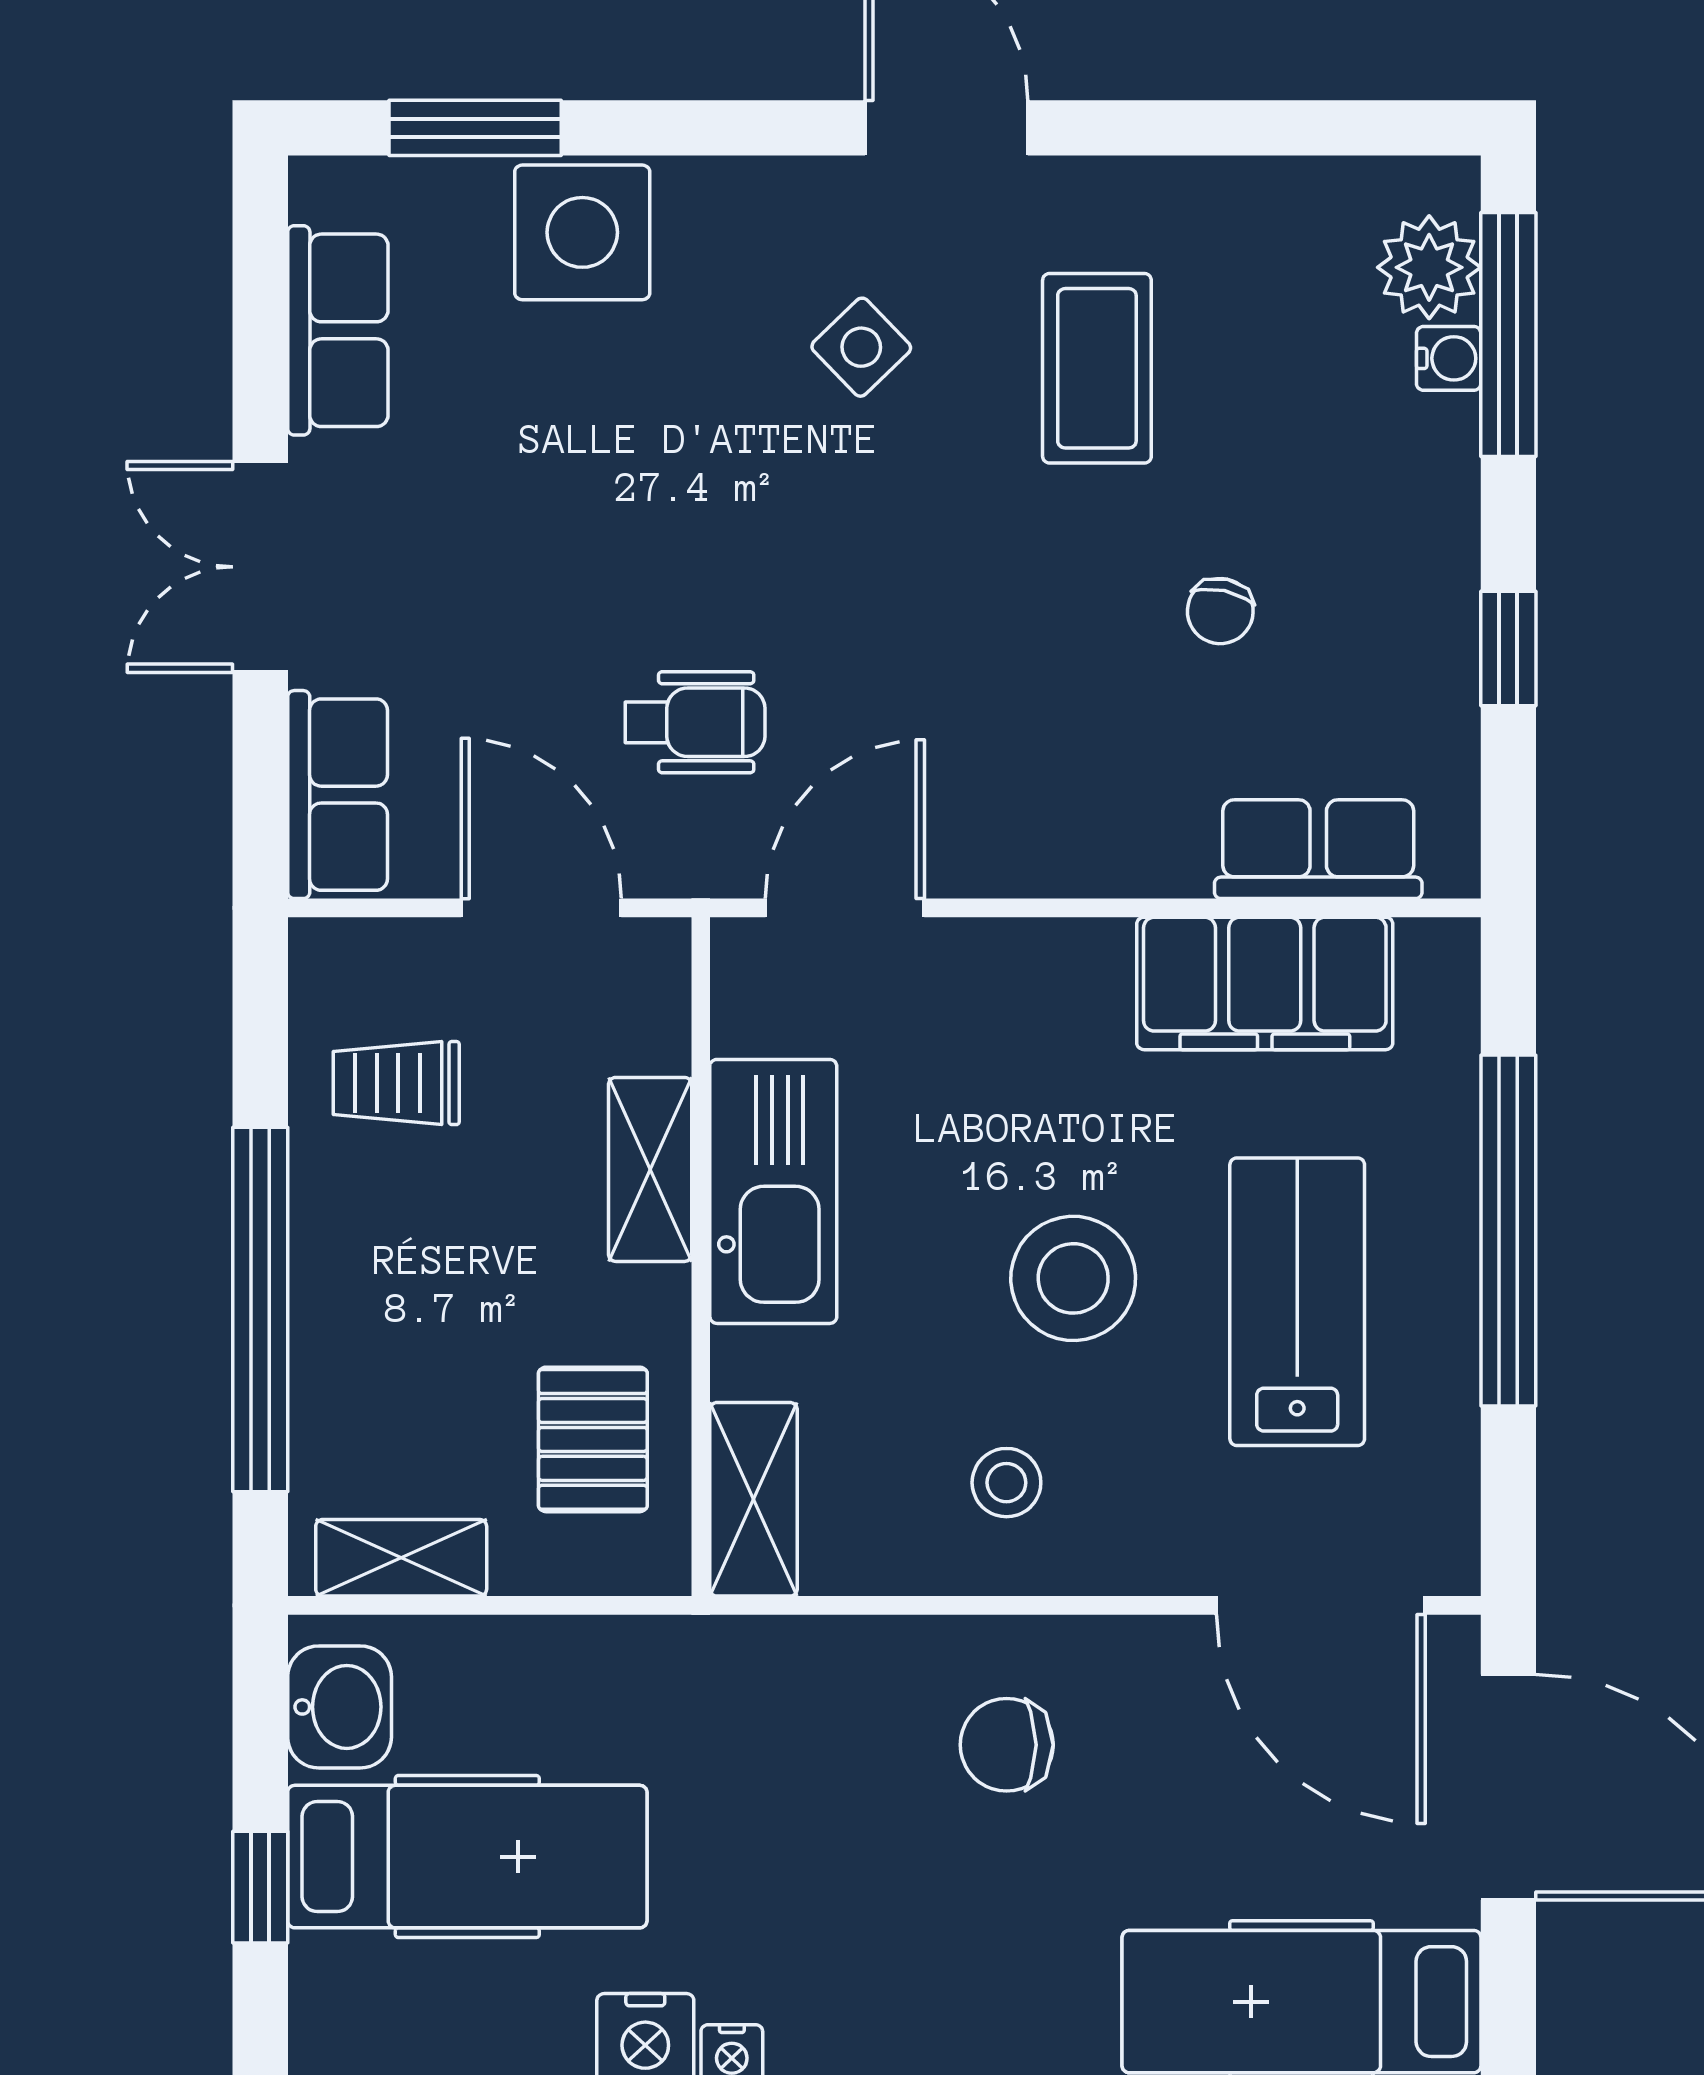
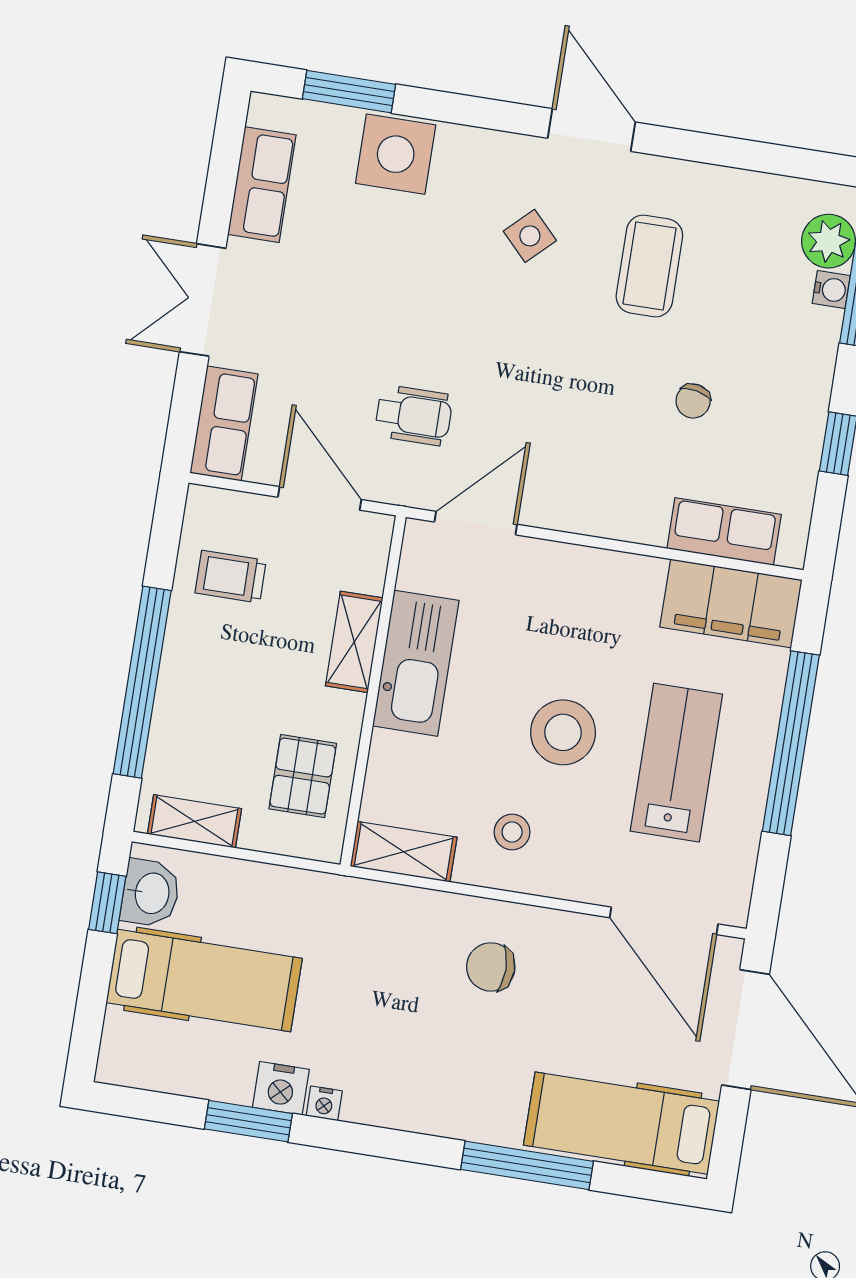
filing cabinet: (1265, 983) -> (731, 603), moved
shelving: (753, 1499) -> (404, 852), moved, turned 90
window: (260, 1887) -> (107, 903), moved

